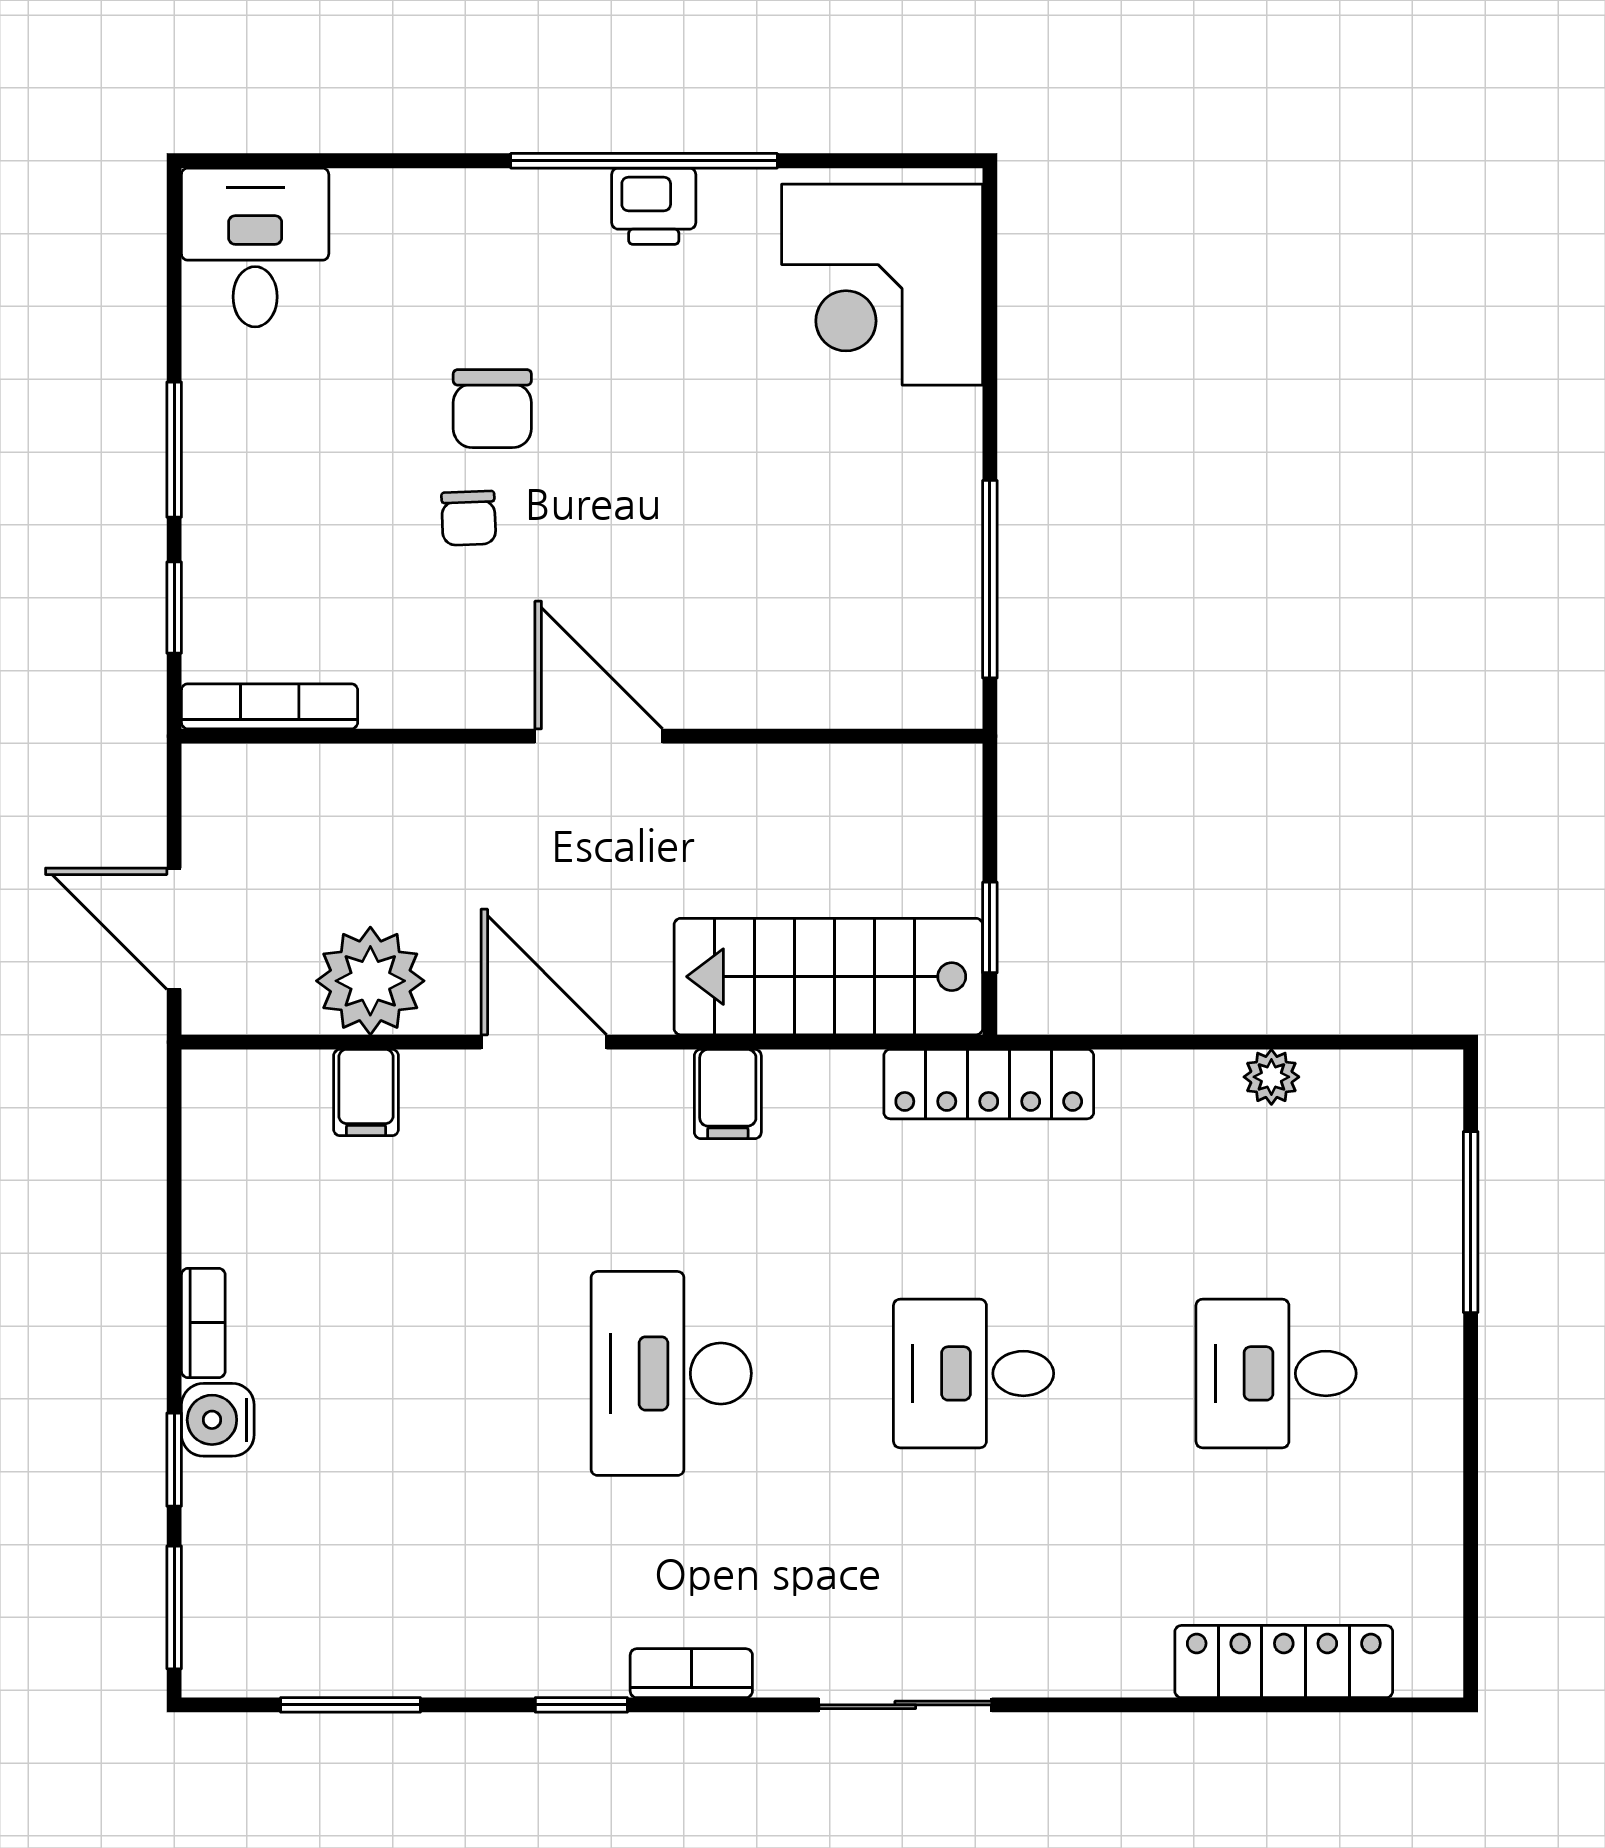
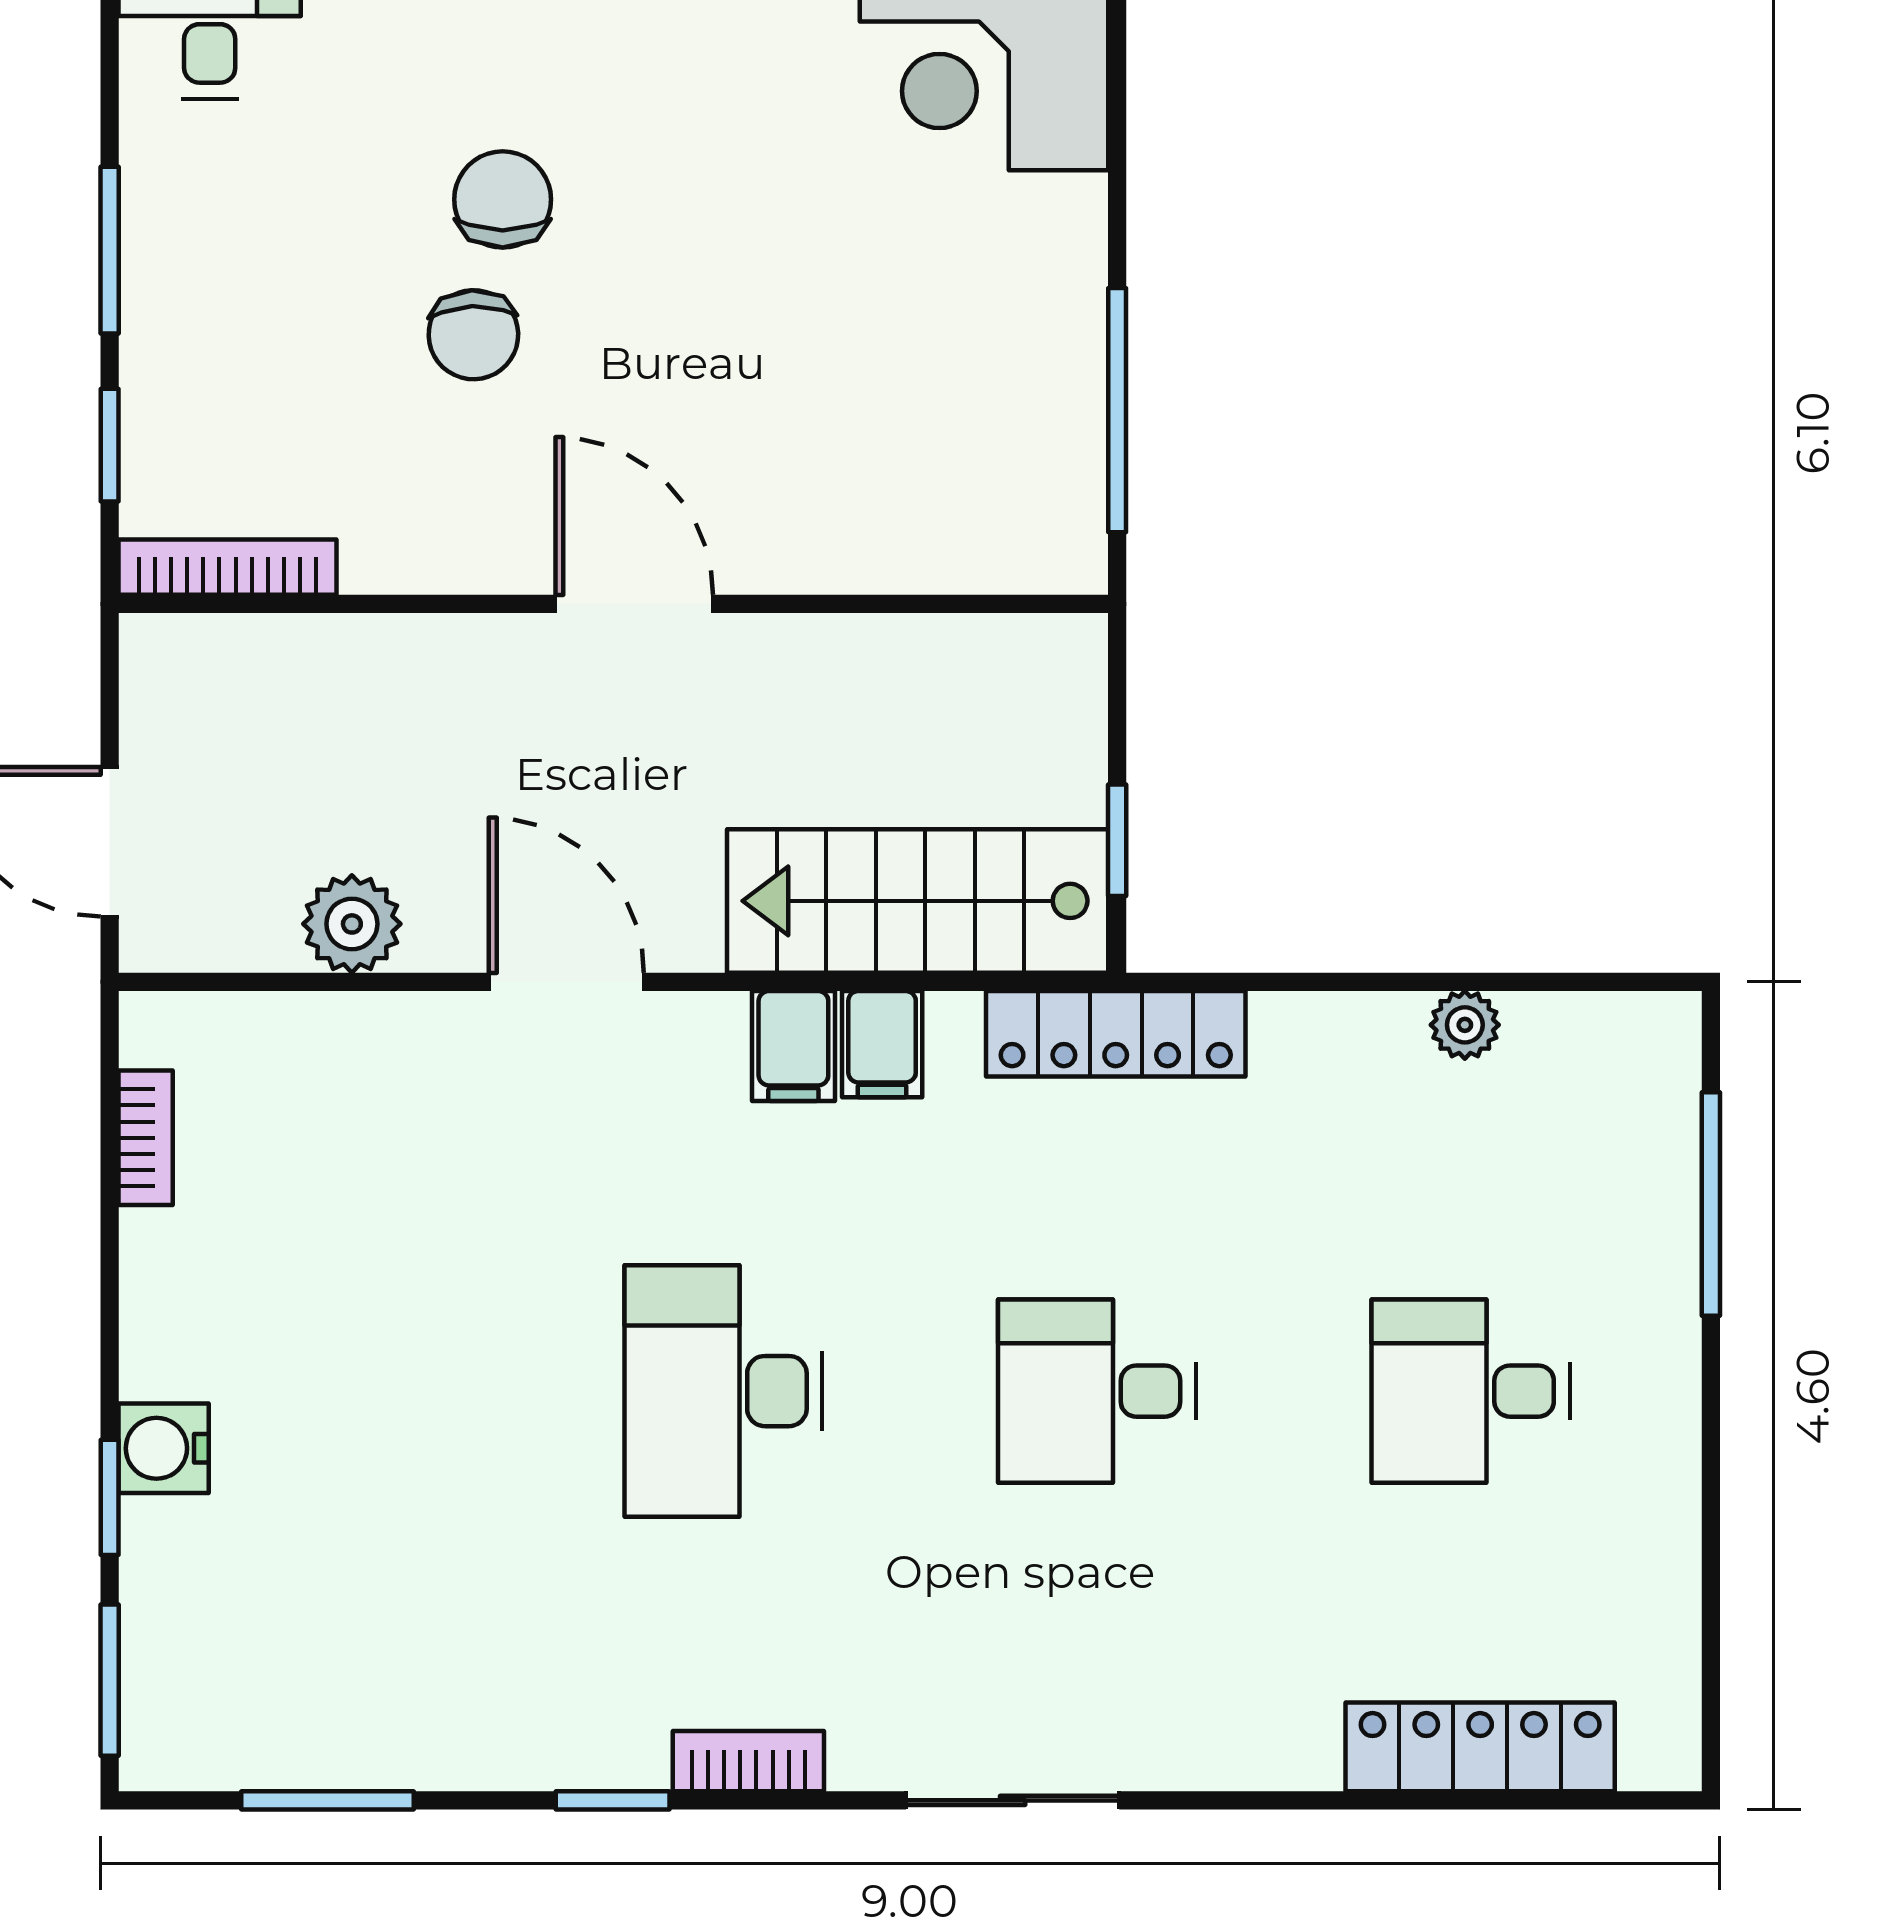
chair: (492, 409) -> (503, 199), turned 180
chair: (469, 518) -> (473, 335), width x1.37, depth x1.37
plant: (370, 981) -> (352, 924), width x0.73, depth x0.73
filing cabinet: (366, 1093) -> (882, 1044), moved
bookcase: (203, 1323) -> (146, 1138), moved

